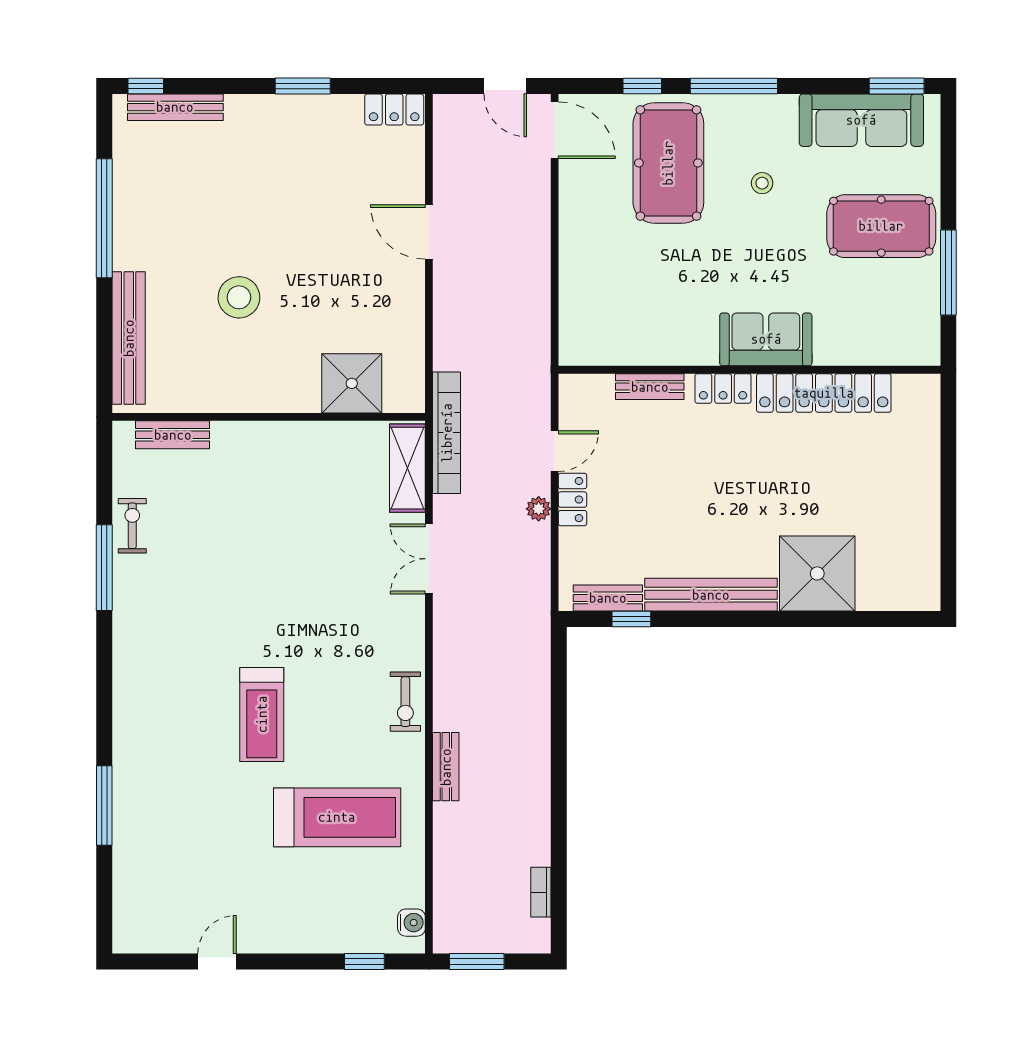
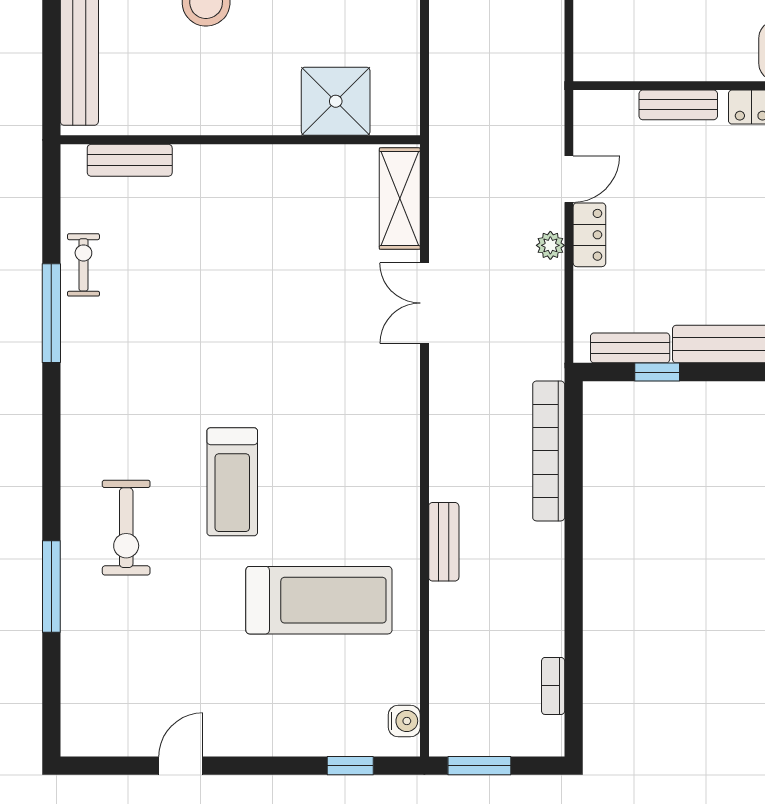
bookcase: (447, 433) -> (549, 451), moved, turned 180
exercise bike: (405, 702) -> (126, 528), moved, width x1.38, depth x1.39

